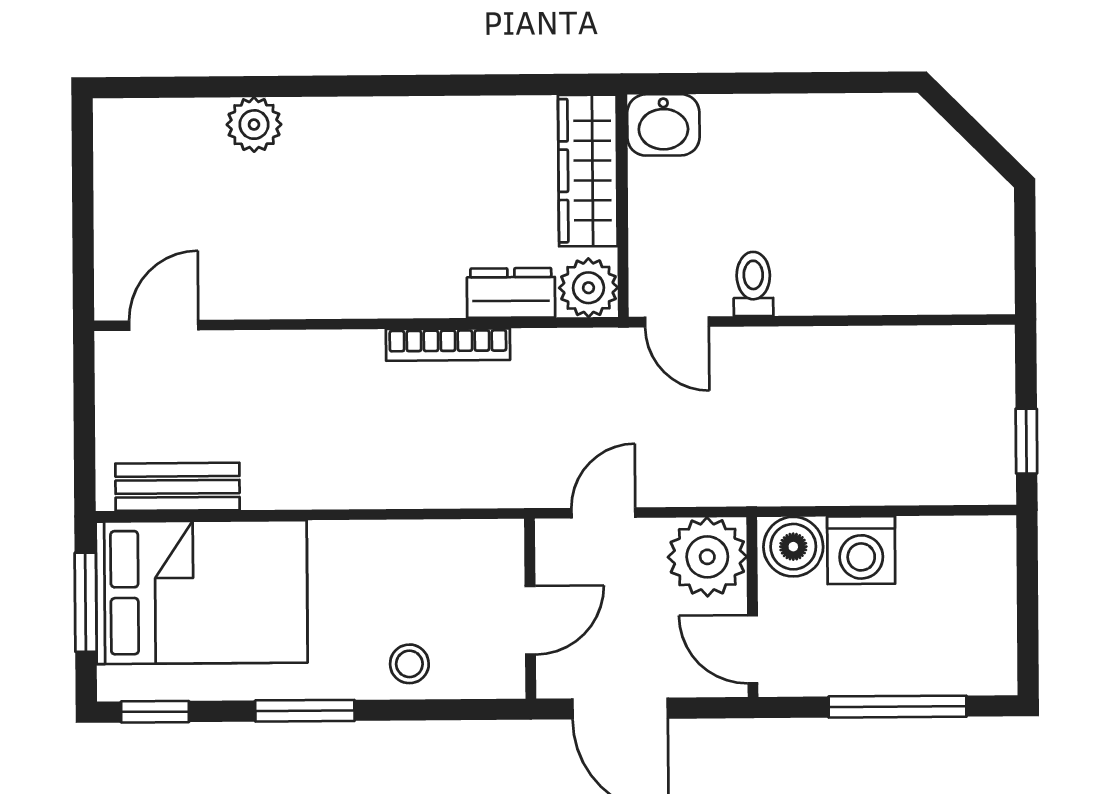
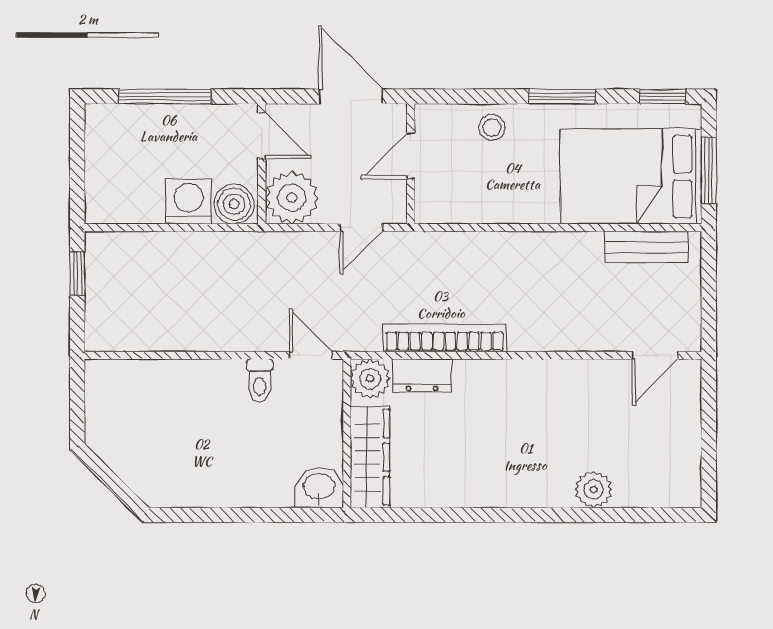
bookcase: (448, 345) -> (445, 338), width x1.48, depth x1.31

